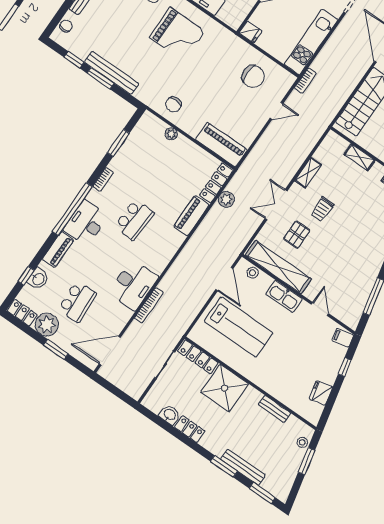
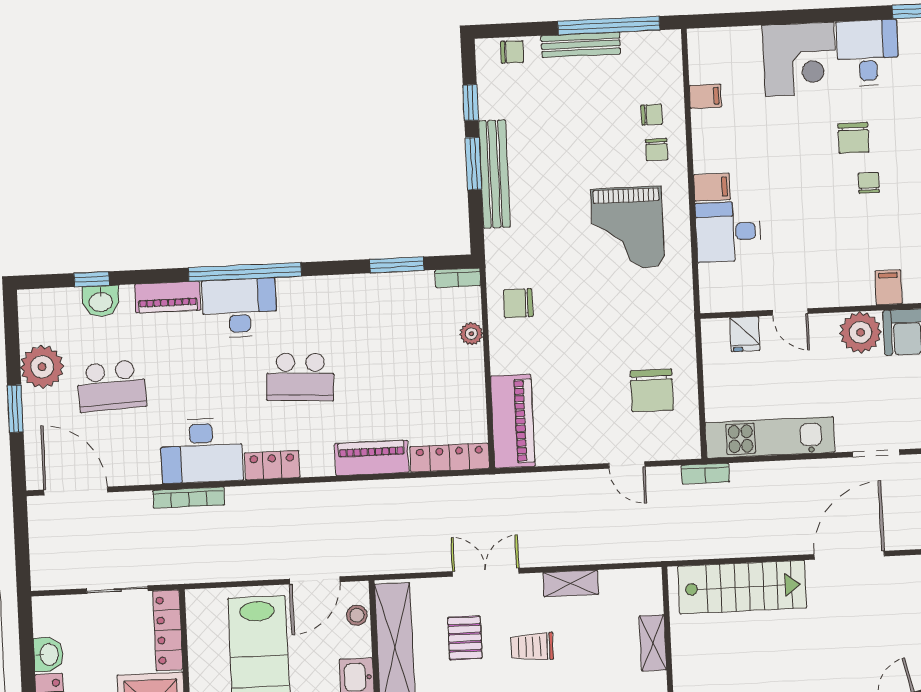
fridge: (251, 32) -> (745, 334), moved
bookcase: (103, 179) -> (458, 278), moved
plant: (226, 199) -> (436, 492), removed
pallet: (297, 235) -> (465, 638), turned 90
locker: (22, 313) -> (272, 465), moved, turned -90

